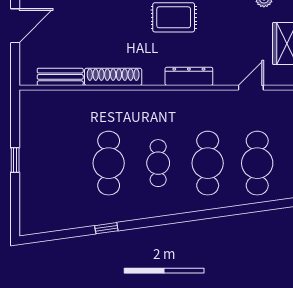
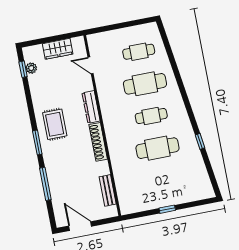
shoe rack: (113, 77) -> (98, 142), moved
cafe table: (257, 163) -> (139, 52), width x0.73, depth x0.74

